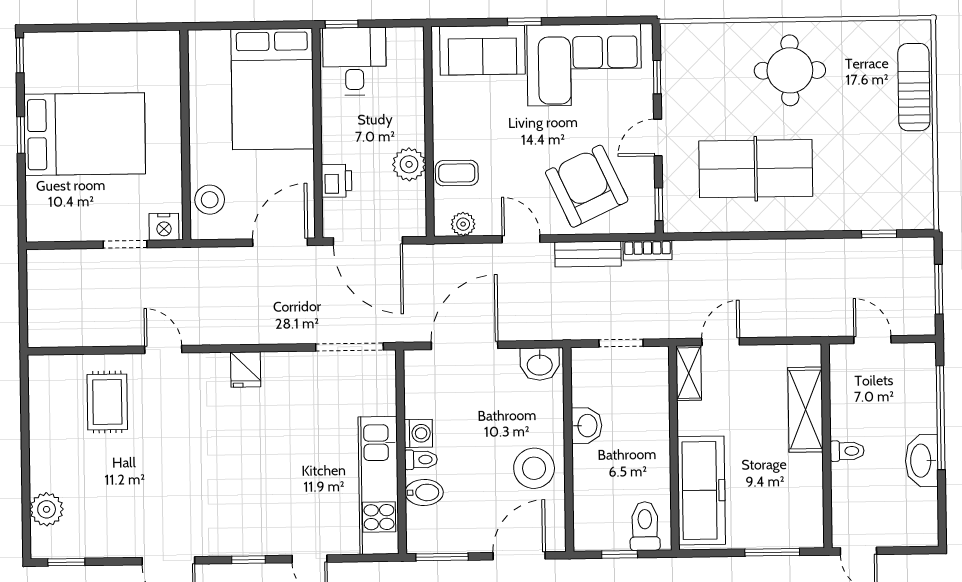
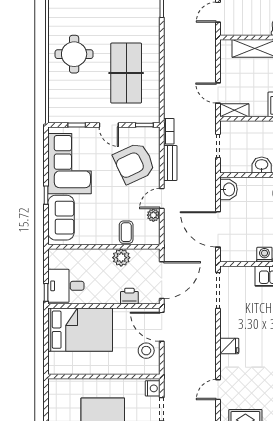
stool: (210, 200) -> (146, 351), moved
plant: (463, 224) -> (153, 215), moved

